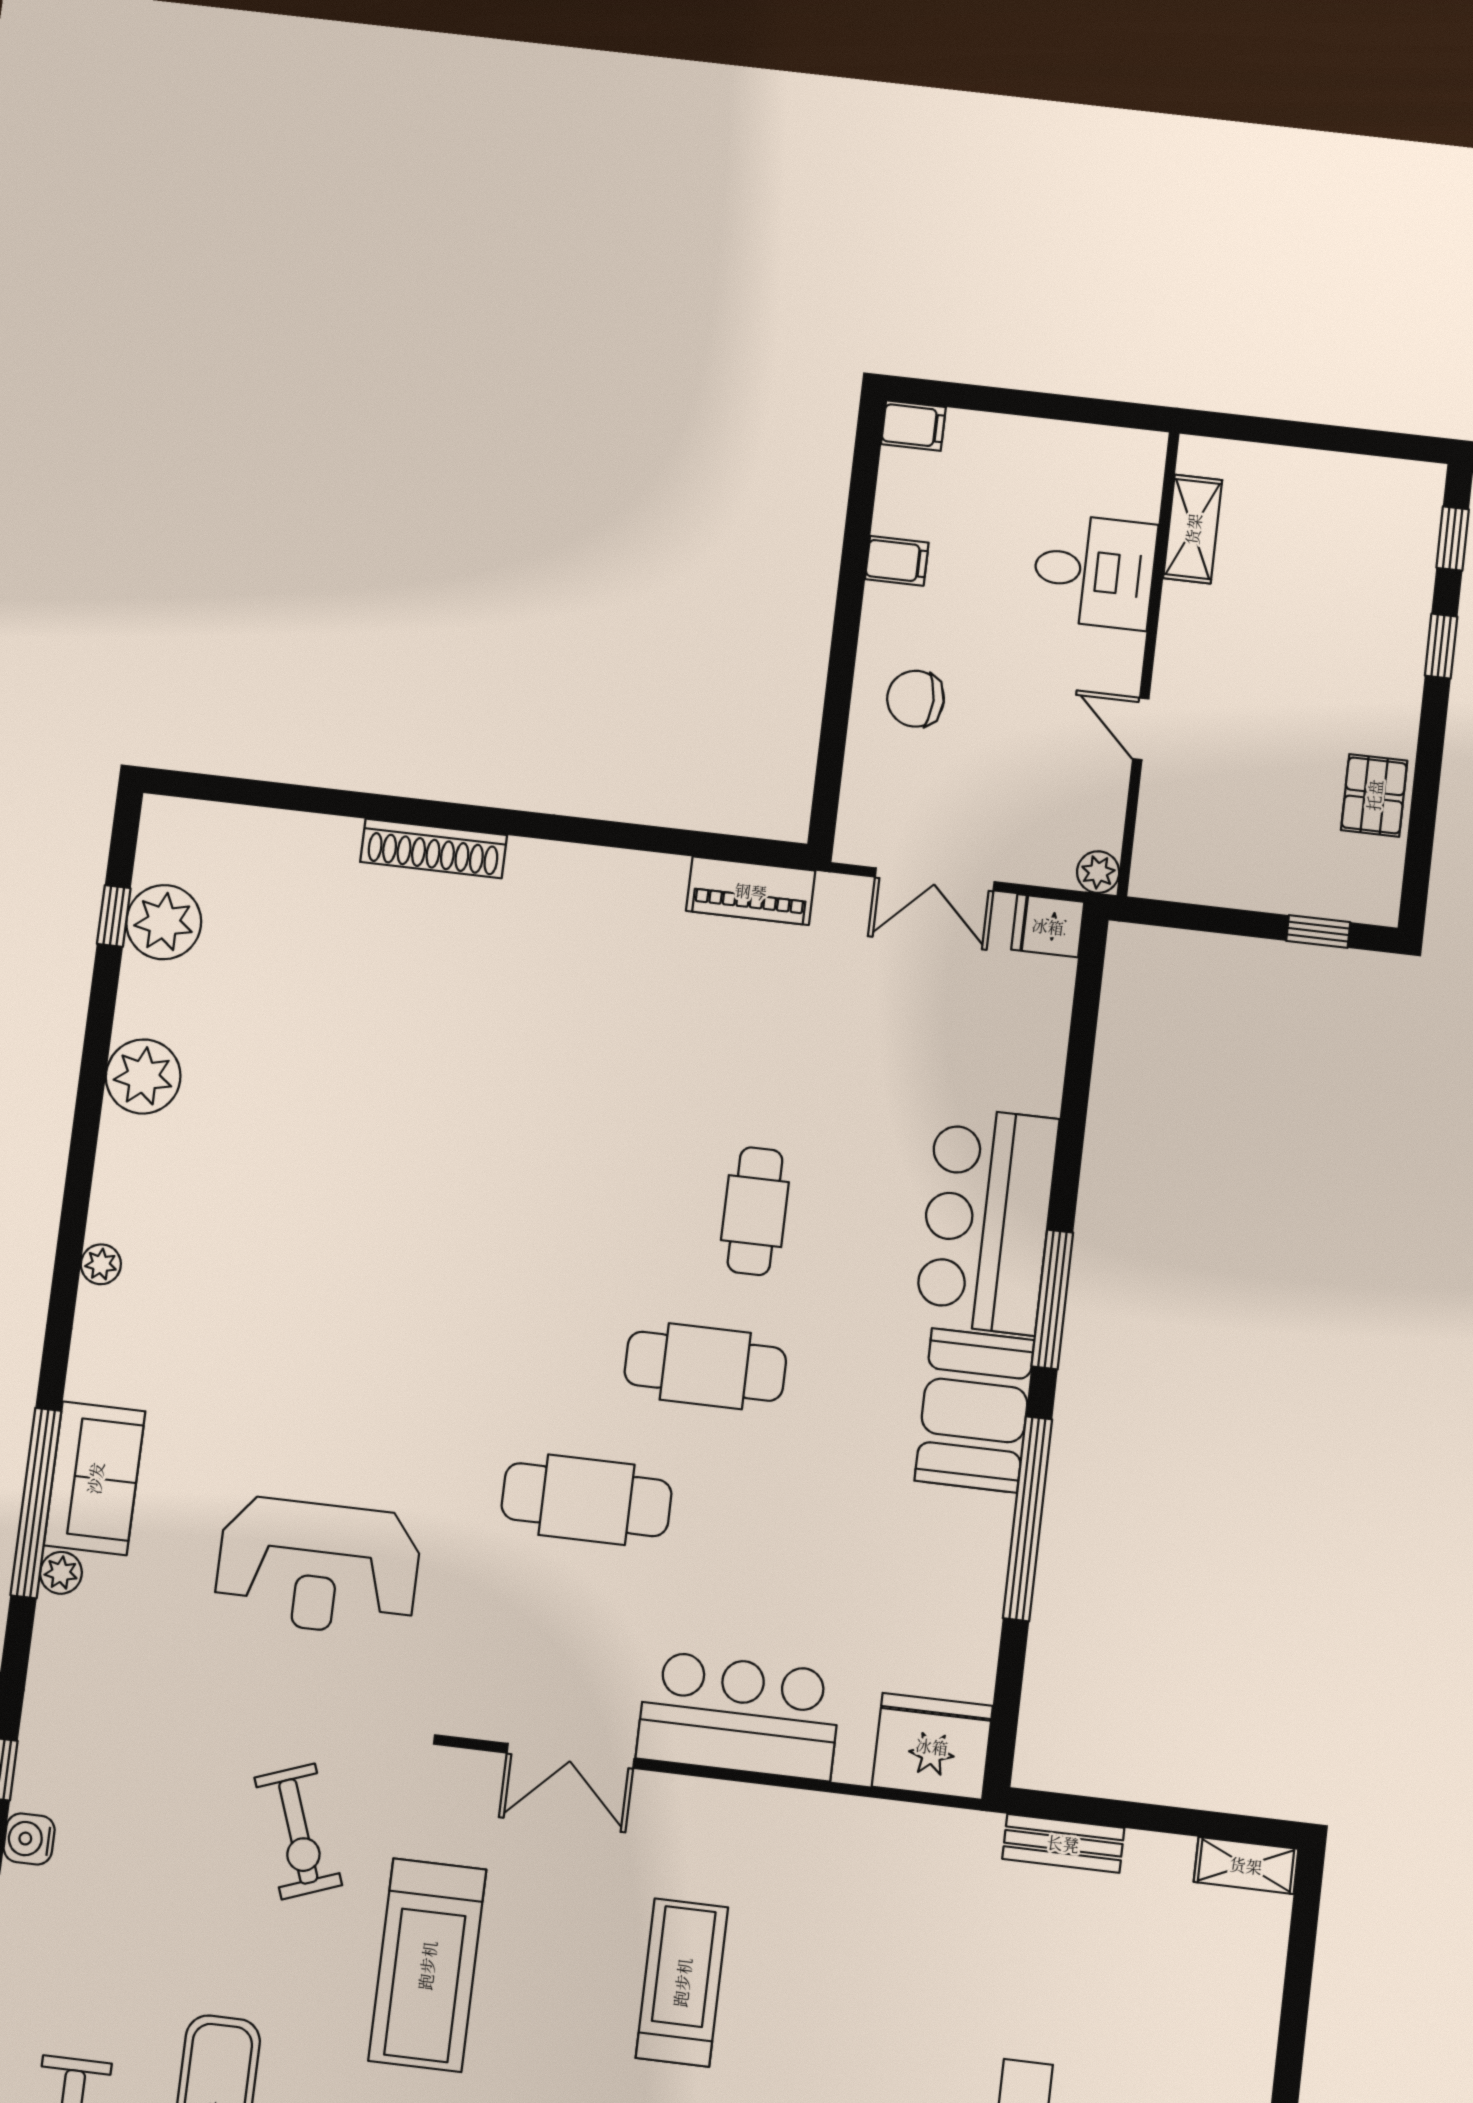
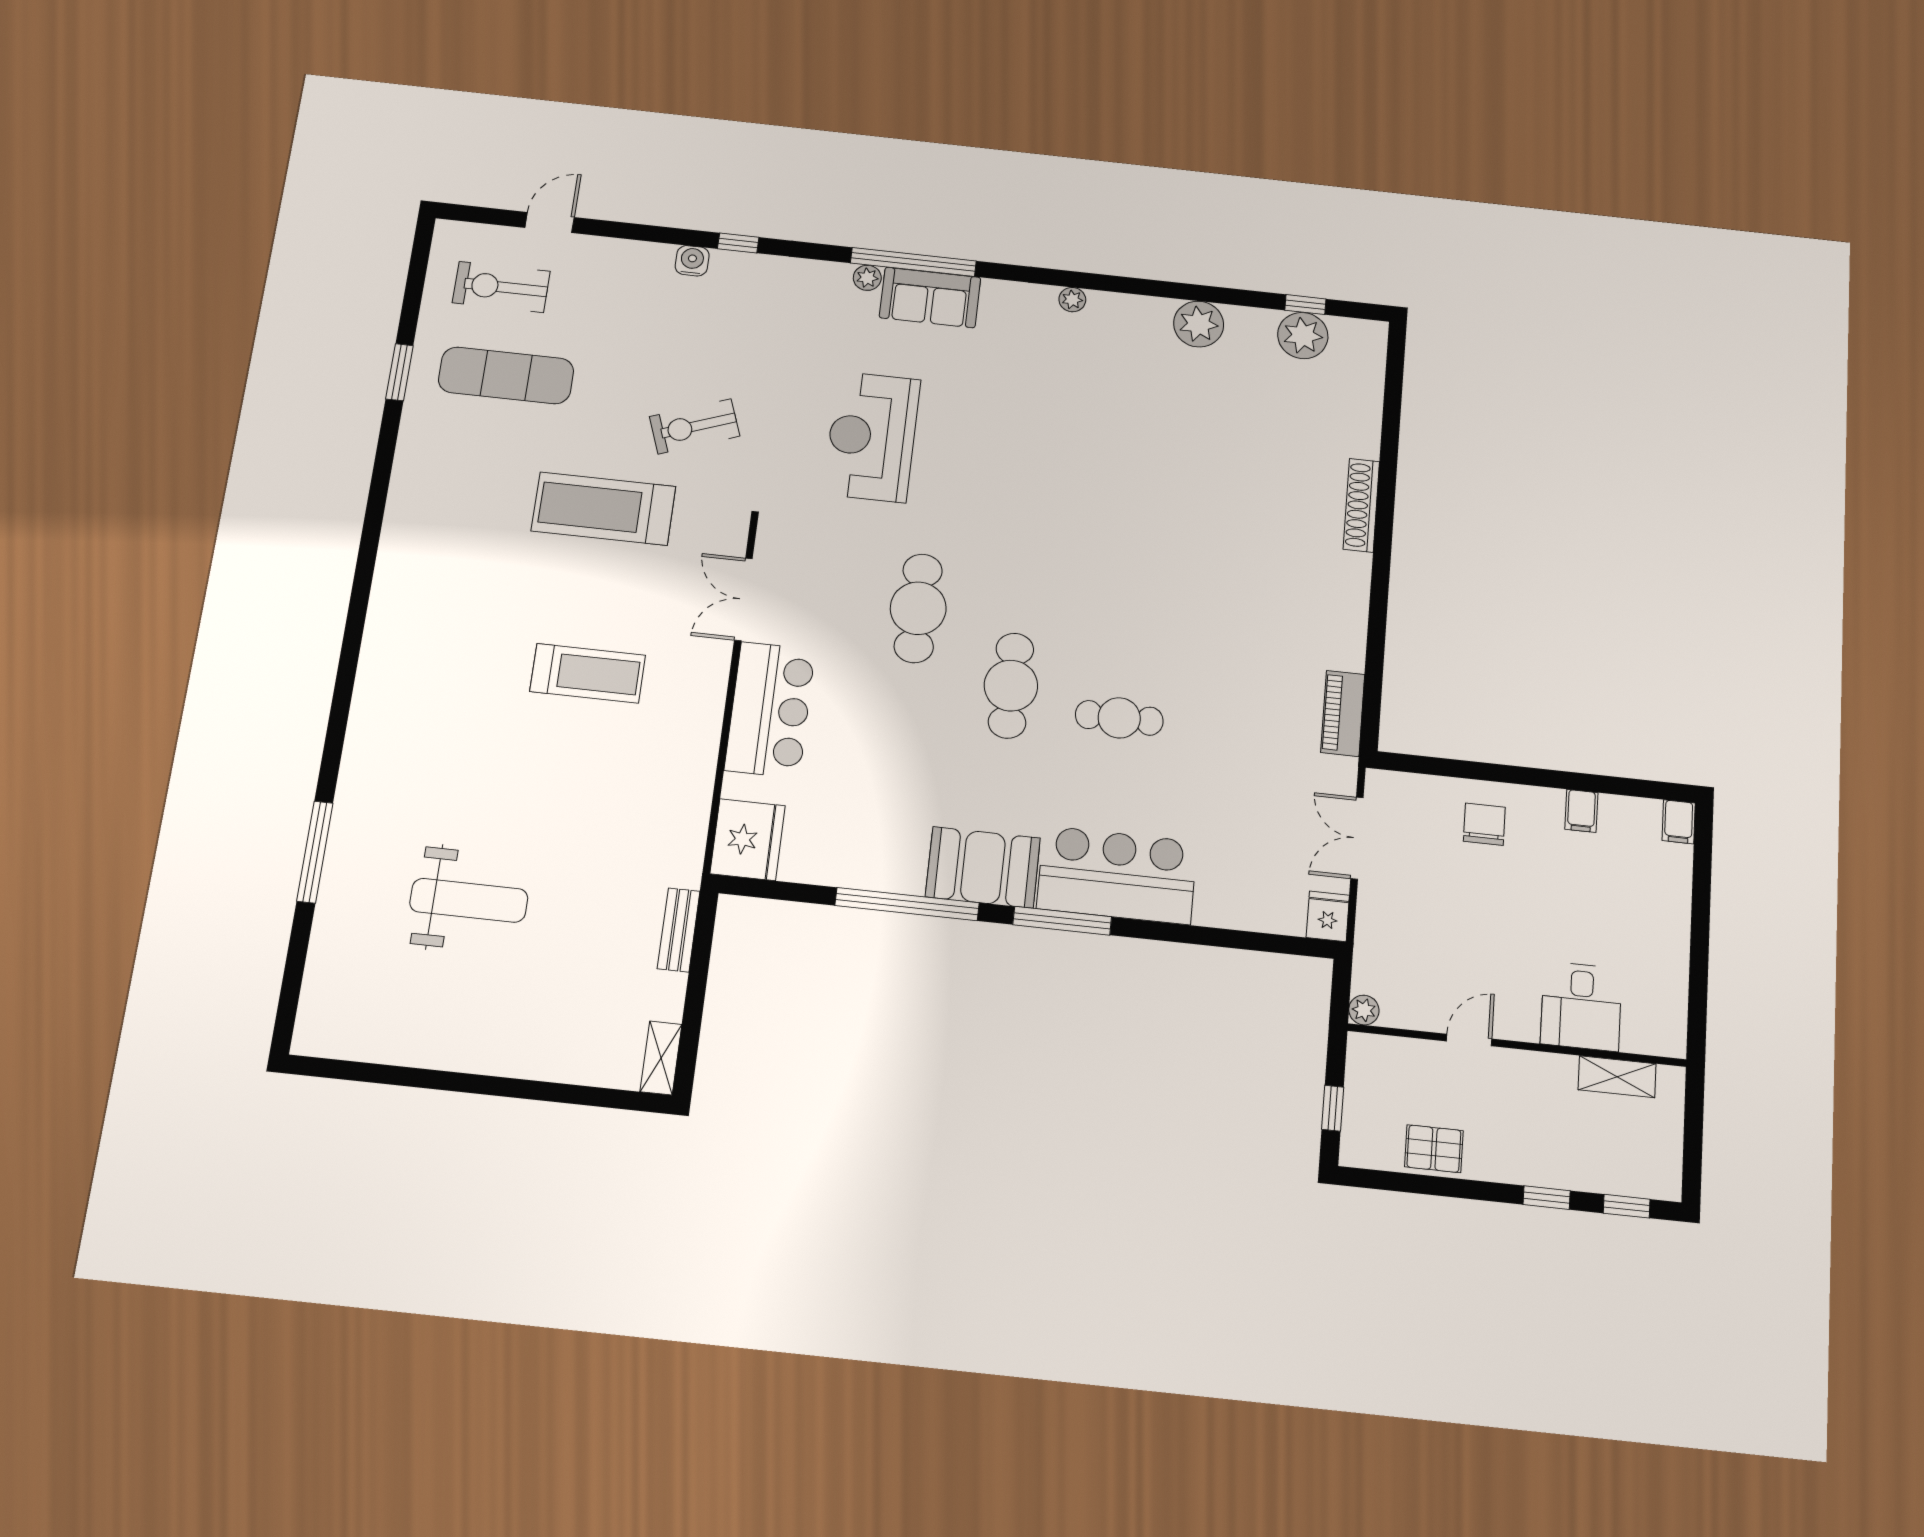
shelving: (1193, 529) -> (1617, 1077), moved
desk: (1094, 571) -> (1581, 1006), moved
wall: (1148, 663) -> (1517, 1045), moved
door: (1141, 729) -> (1469, 1040), moved
plant: (1098, 872) -> (1364, 1010), moved

